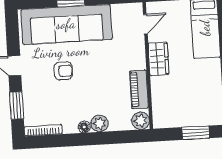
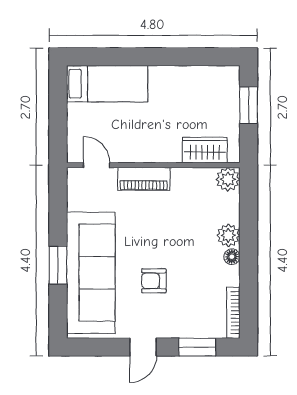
wardrobe: (158, 59) -> (205, 150), moved
armchair: (63, 71) -> (154, 281), turned -90
piano: (139, 89) -> (144, 179), moved

